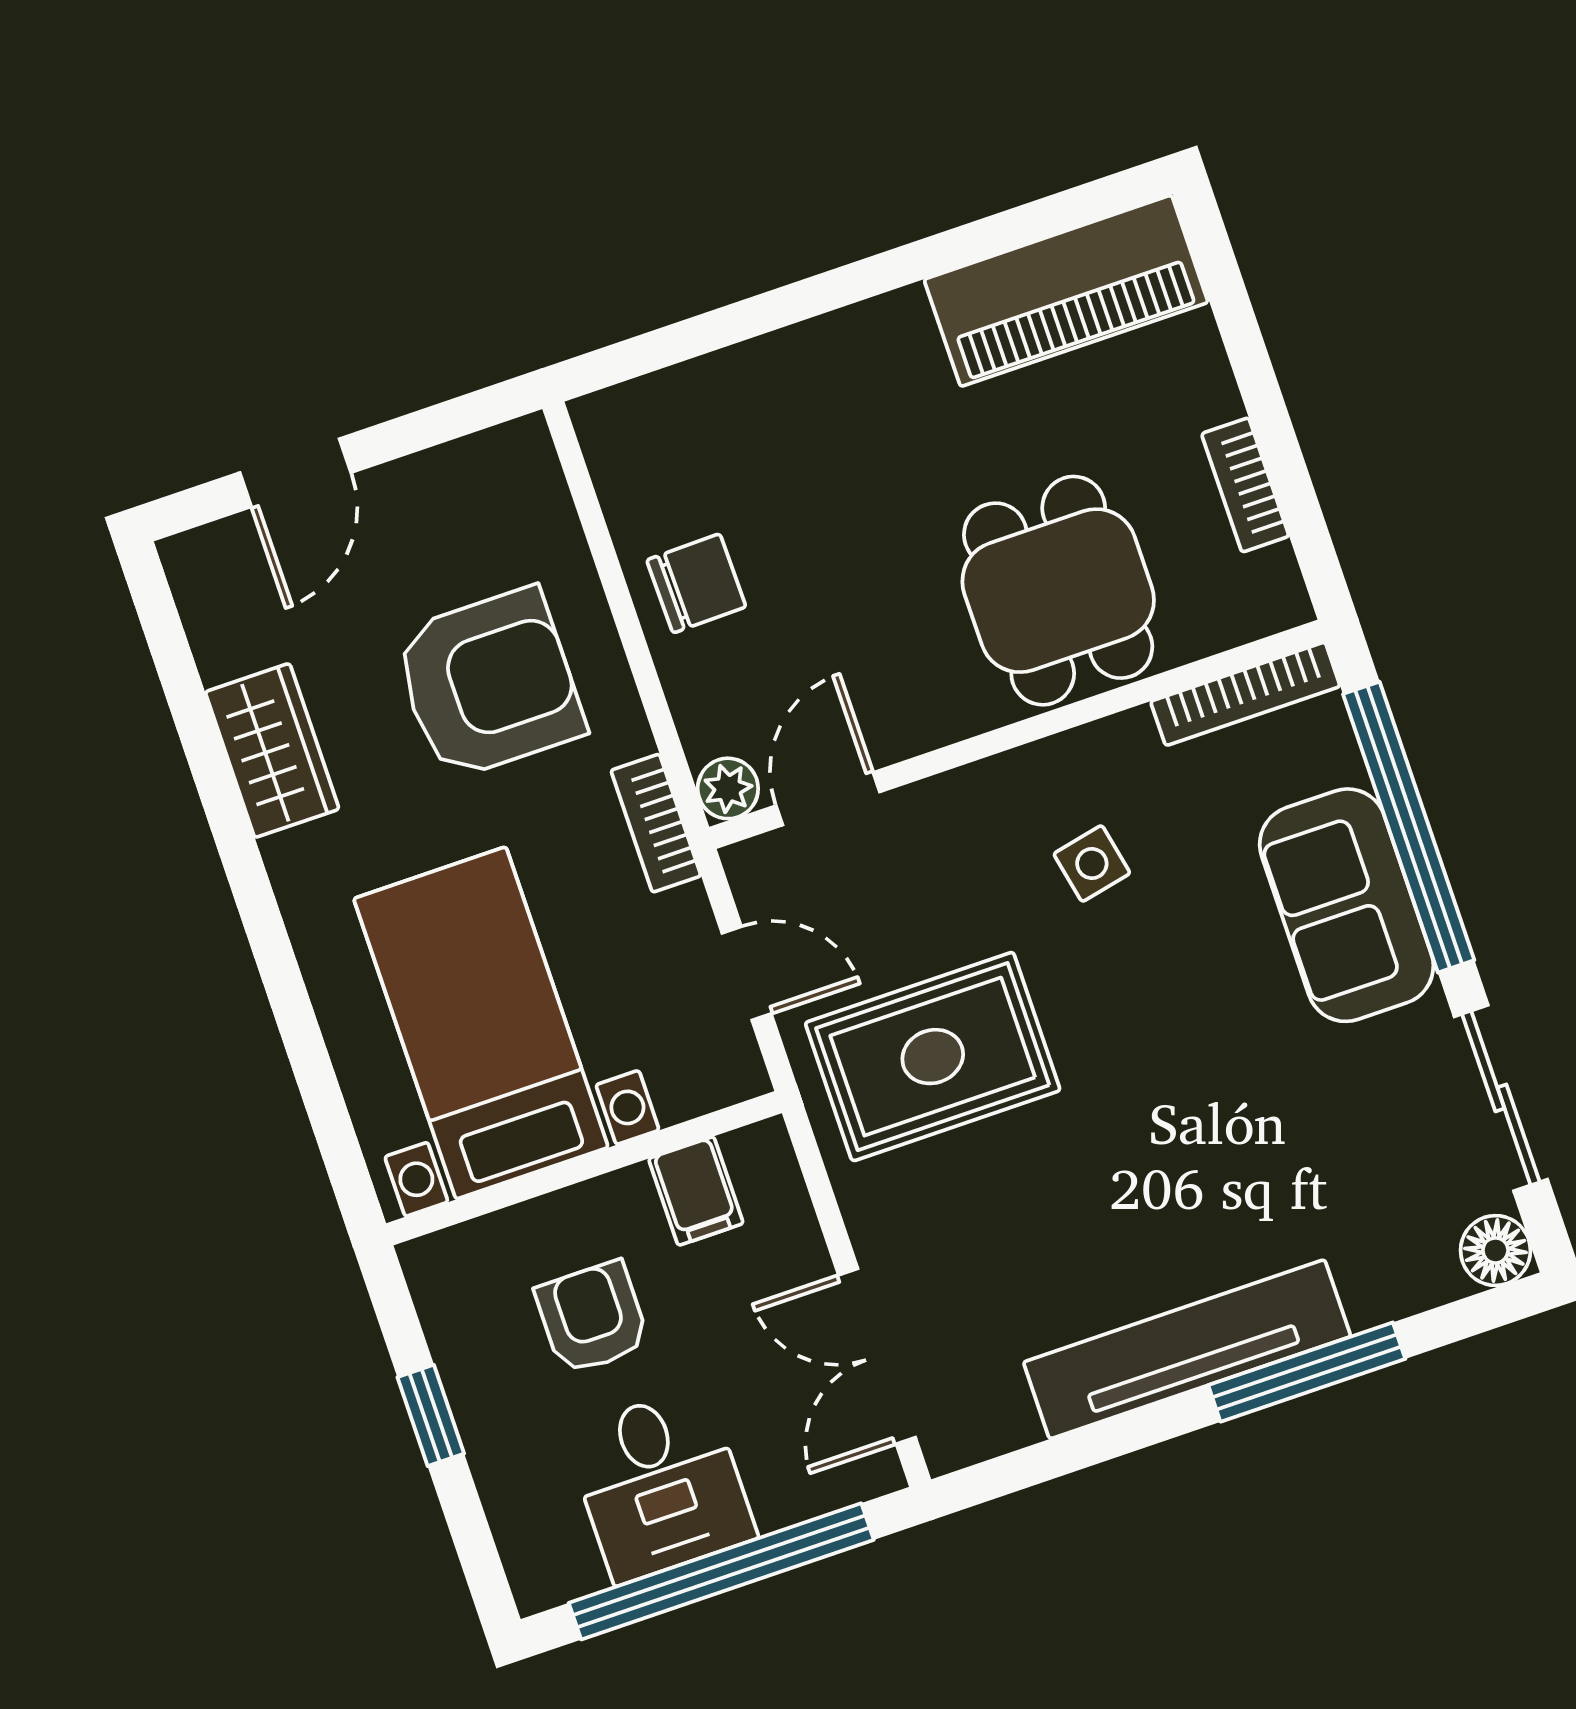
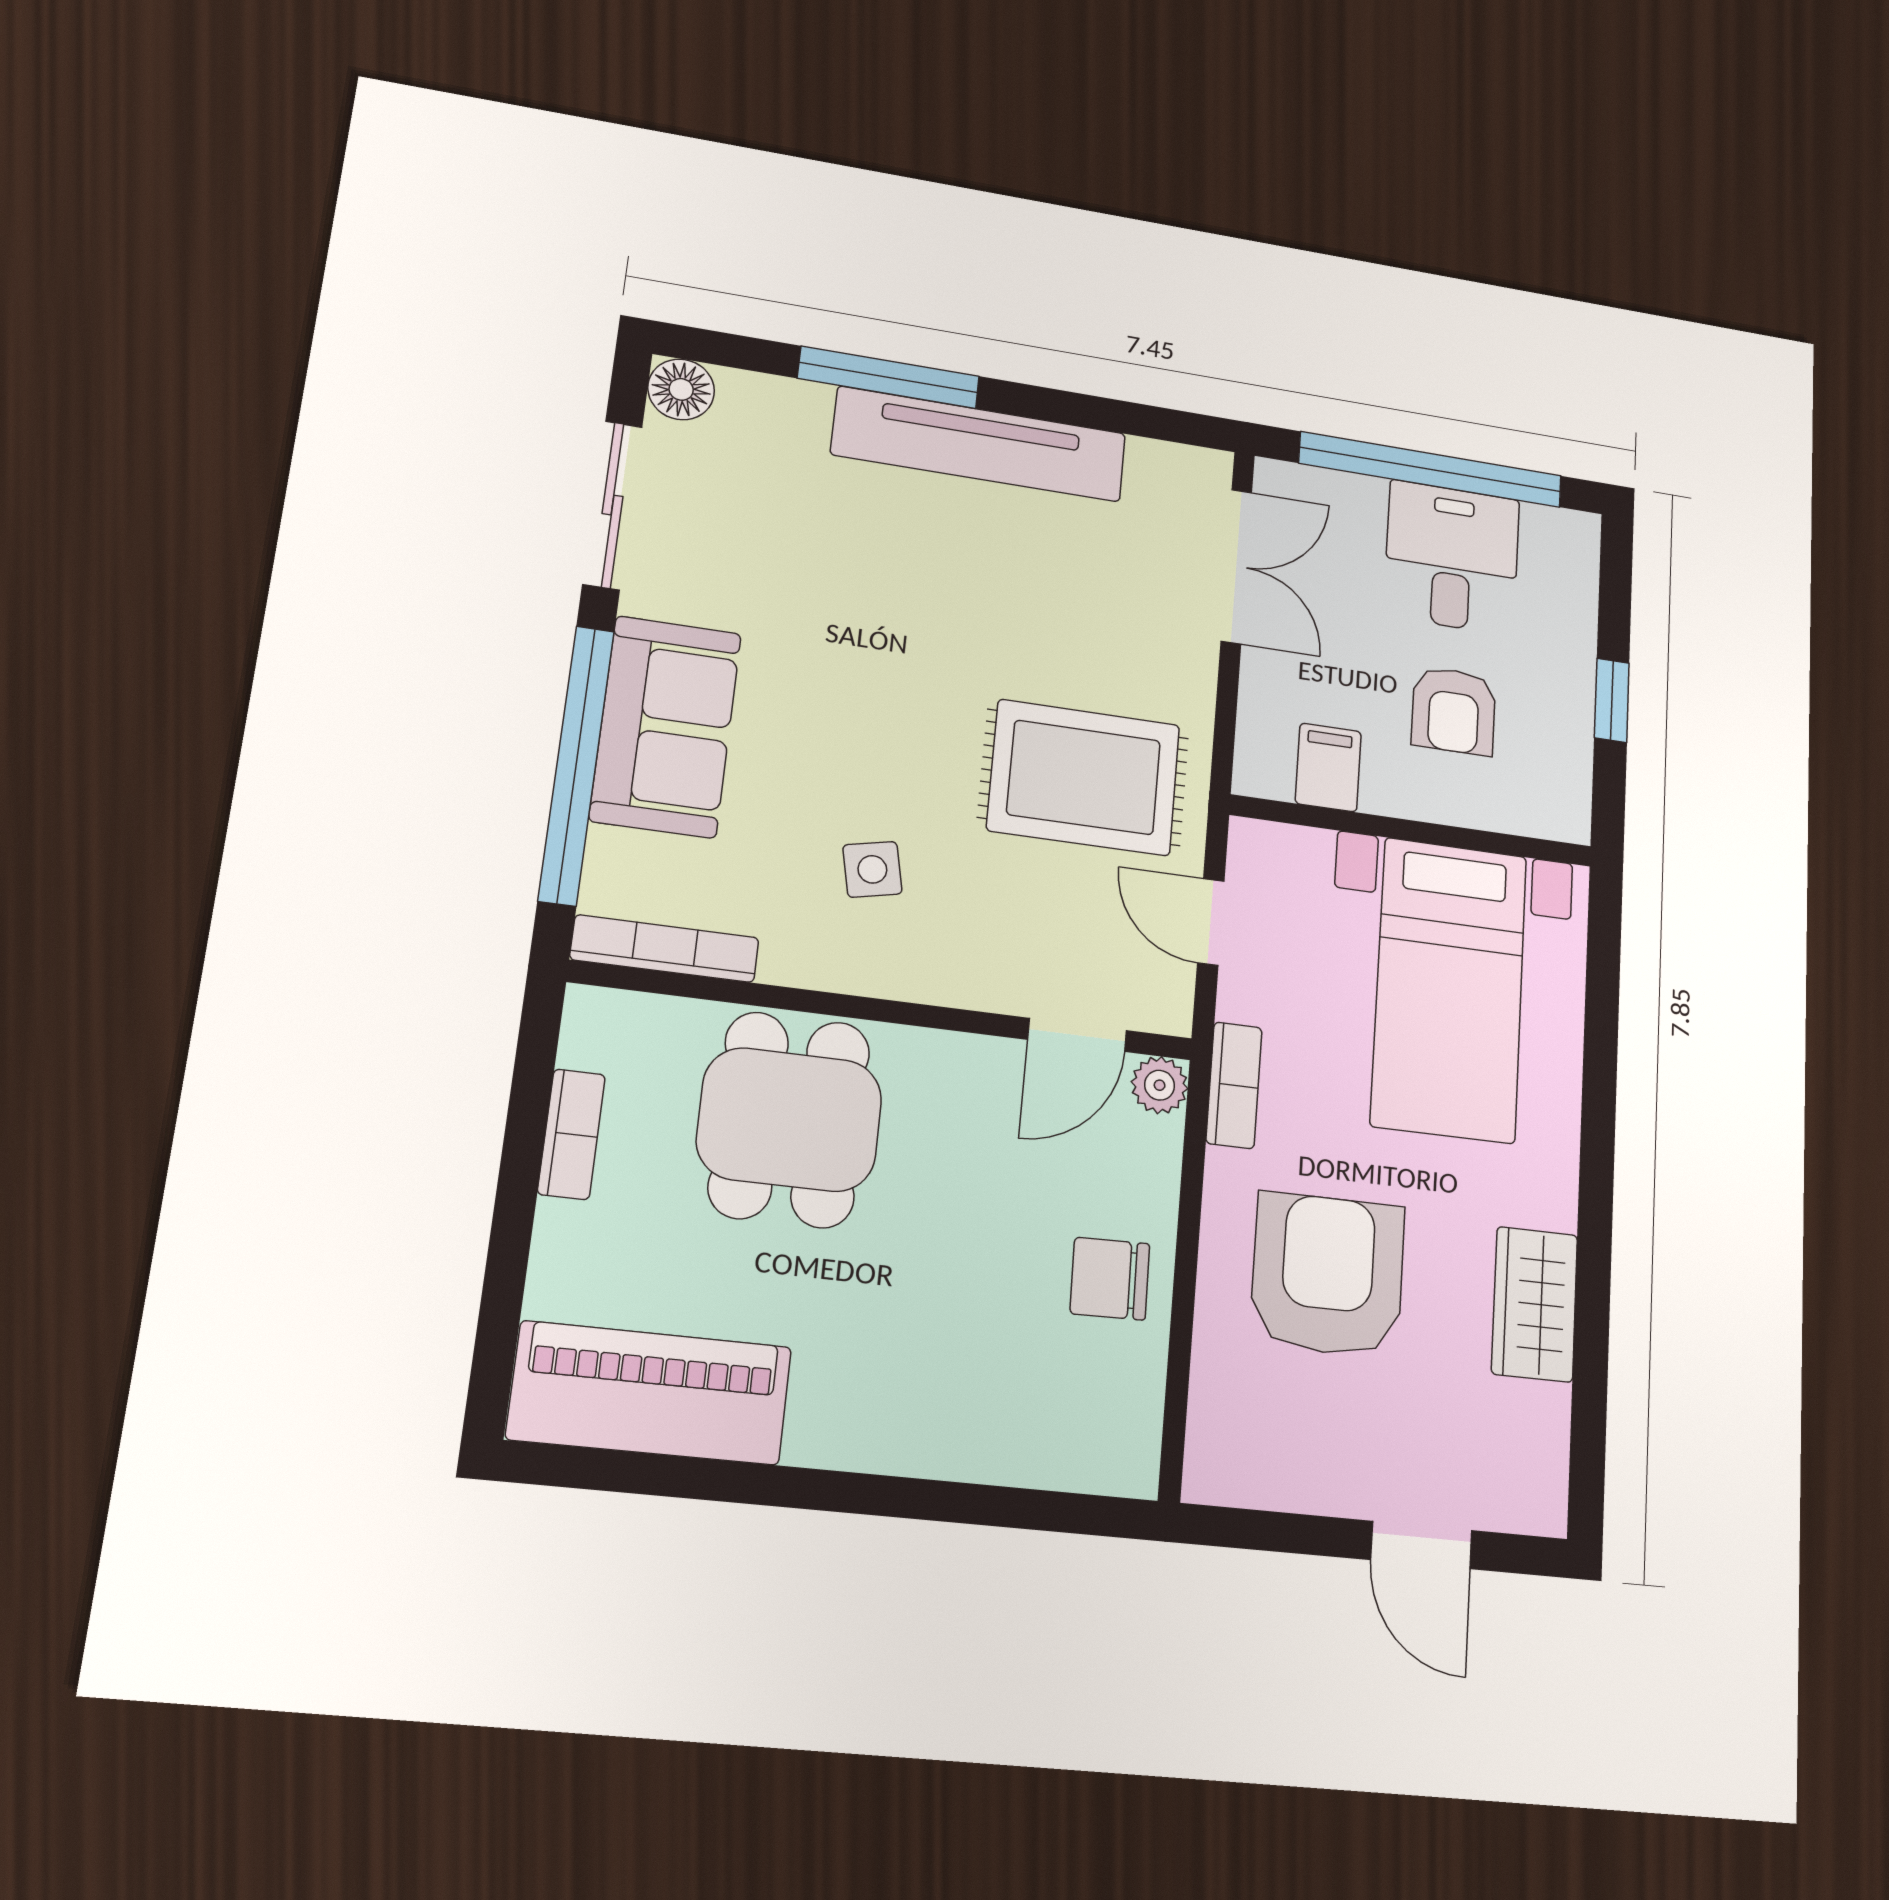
door: (295, 473) -> (1421, 1545), swing flipped
armchair: (489, 684) -> (1328, 1275), turned 90

